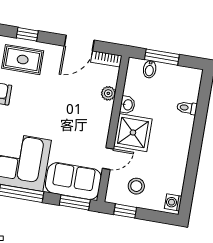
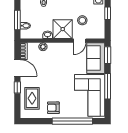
window: (27, 34) -> (17, 87), moved
door: (108, 159) -> (80, 41), swing flipped
stool: (136, 186) -> (82, 20), moved
window: (125, 211) -> (108, 13), moved

